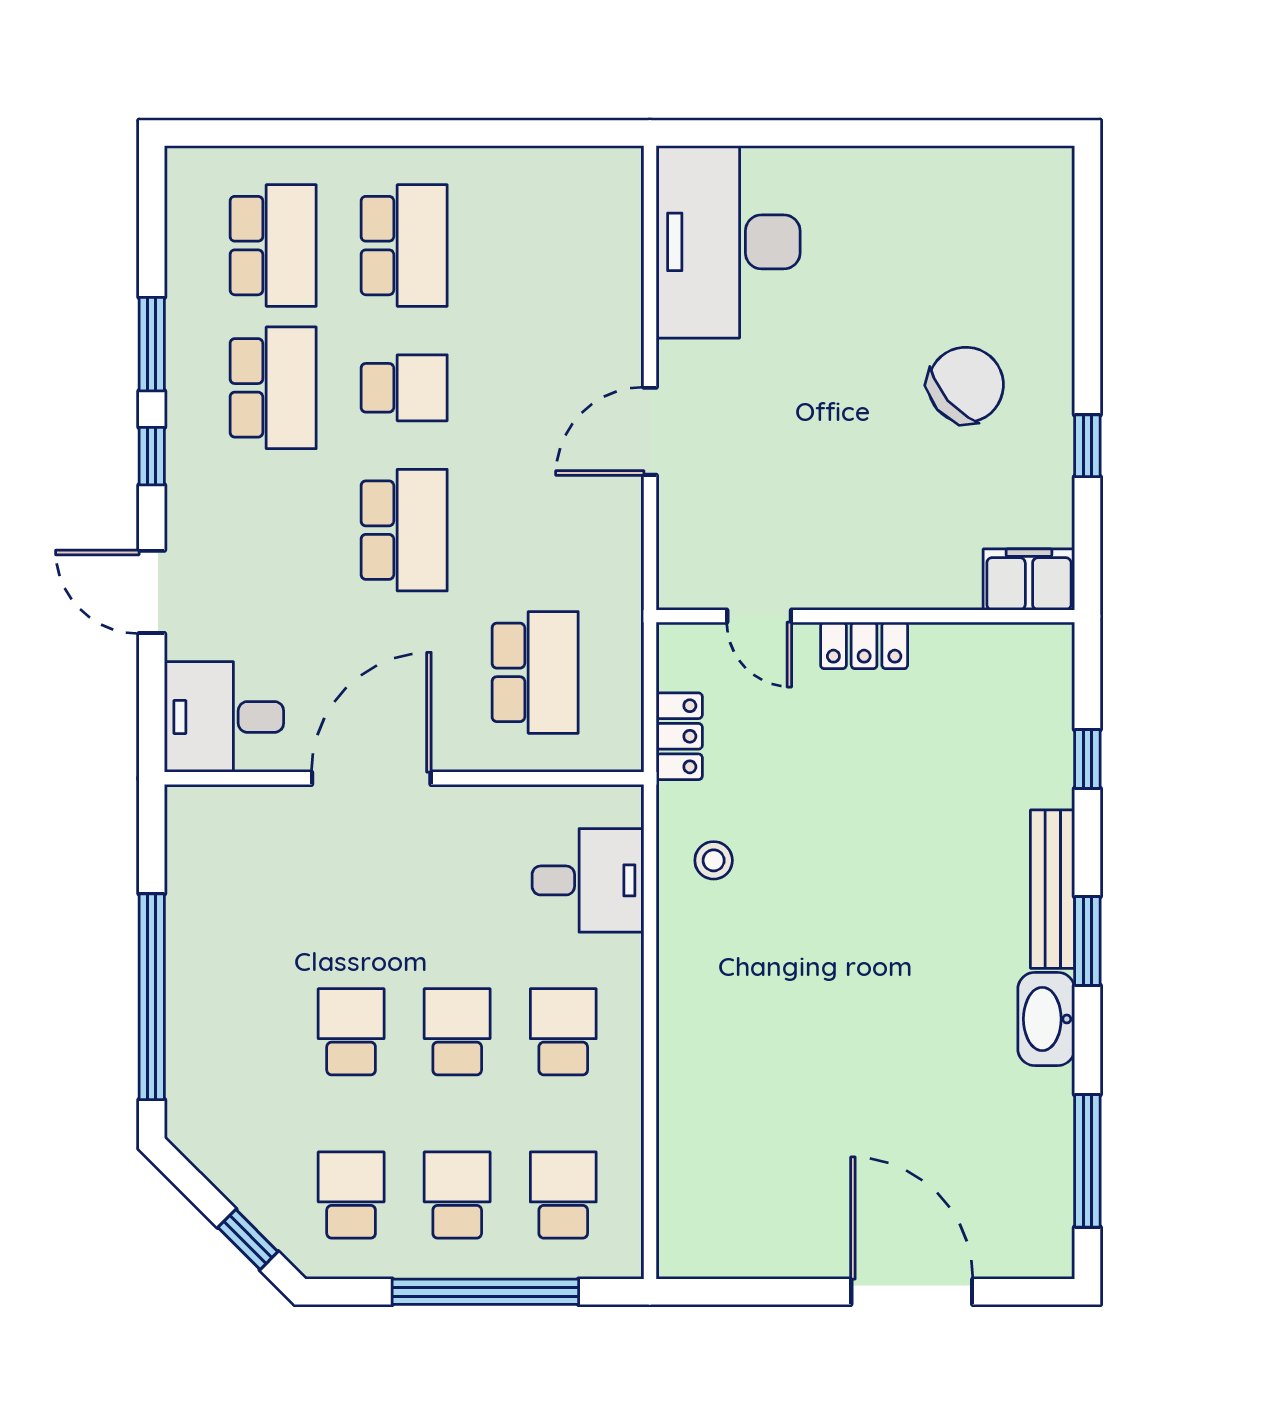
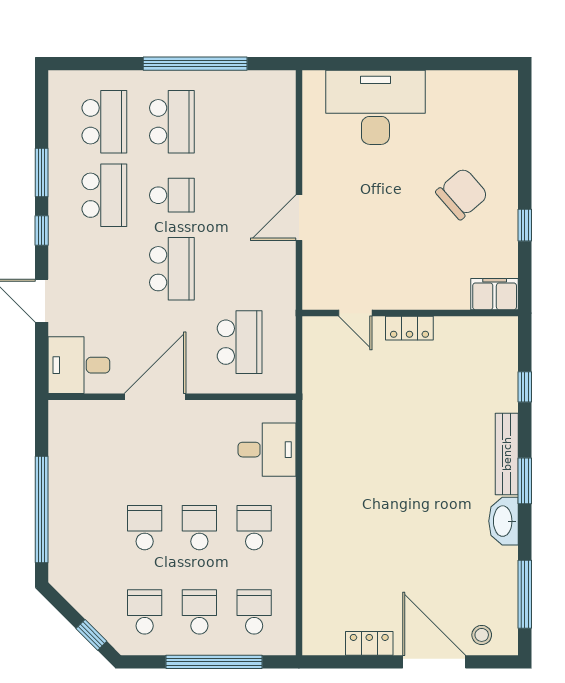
window: (449, 133) -> (195, 64), added
desk: (728, 242) -> (375, 107), moved, turned 90
locker: (679, 736) -> (369, 643), moved, turned -90
stool: (714, 860) -> (482, 635), moved

